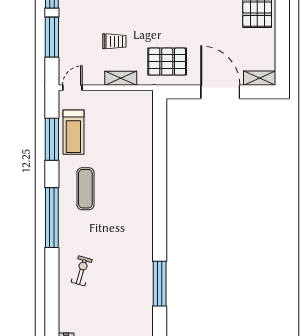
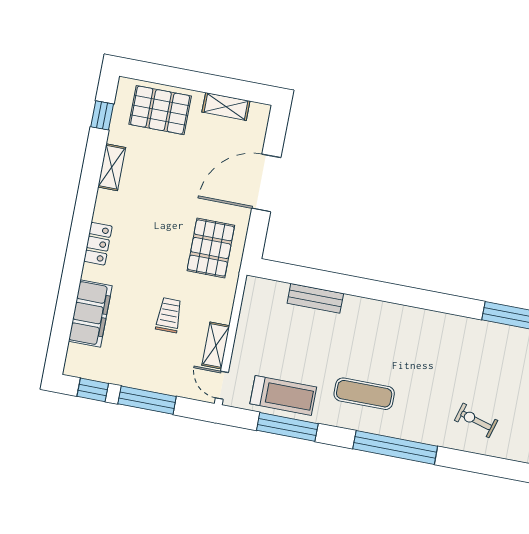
shelving: (121, 78) -> (216, 346), moved
shelving: (260, 78) -> (226, 106), moved, turned 90
bench: (146, 142) -> (315, 298), added

